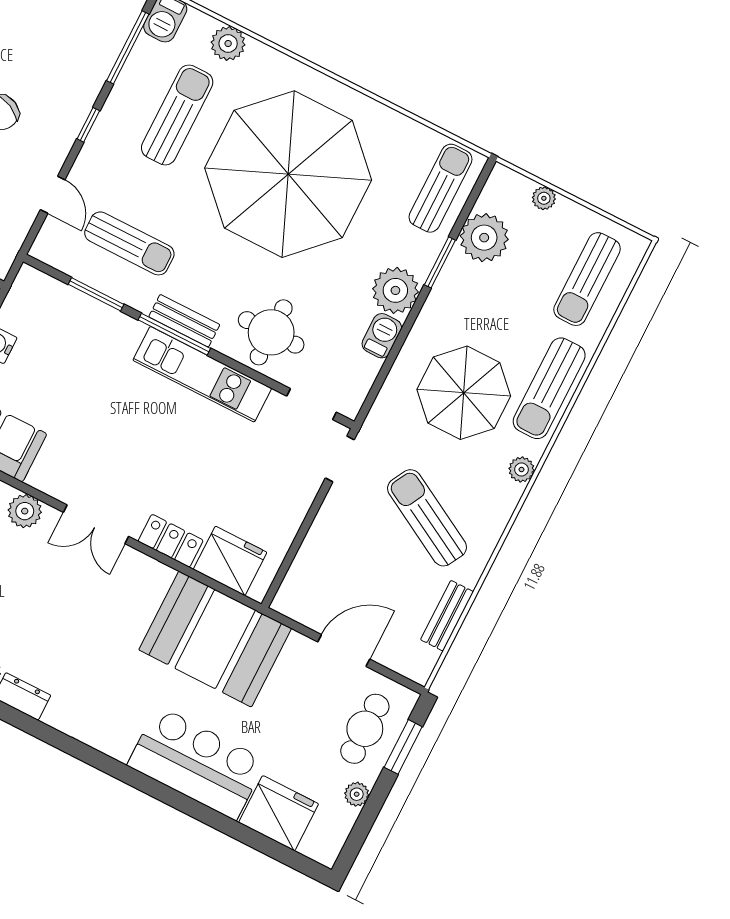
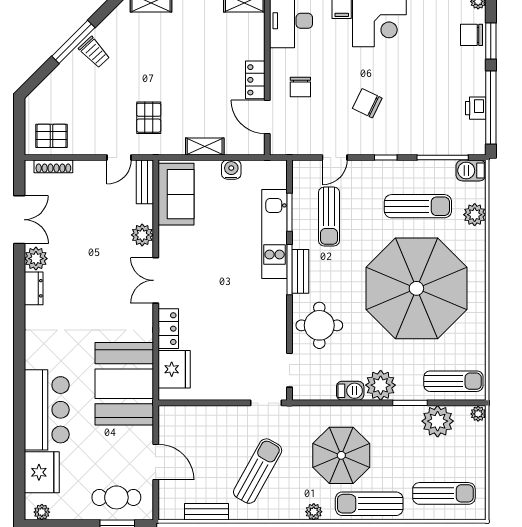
plant: (544, 198) -> (478, 414), moved
sun lounger: (587, 279) -> (444, 493), turned 180
kitchen unit: (202, 374) -> (275, 234), moved
plant: (357, 794) -> (42, 512), moved

